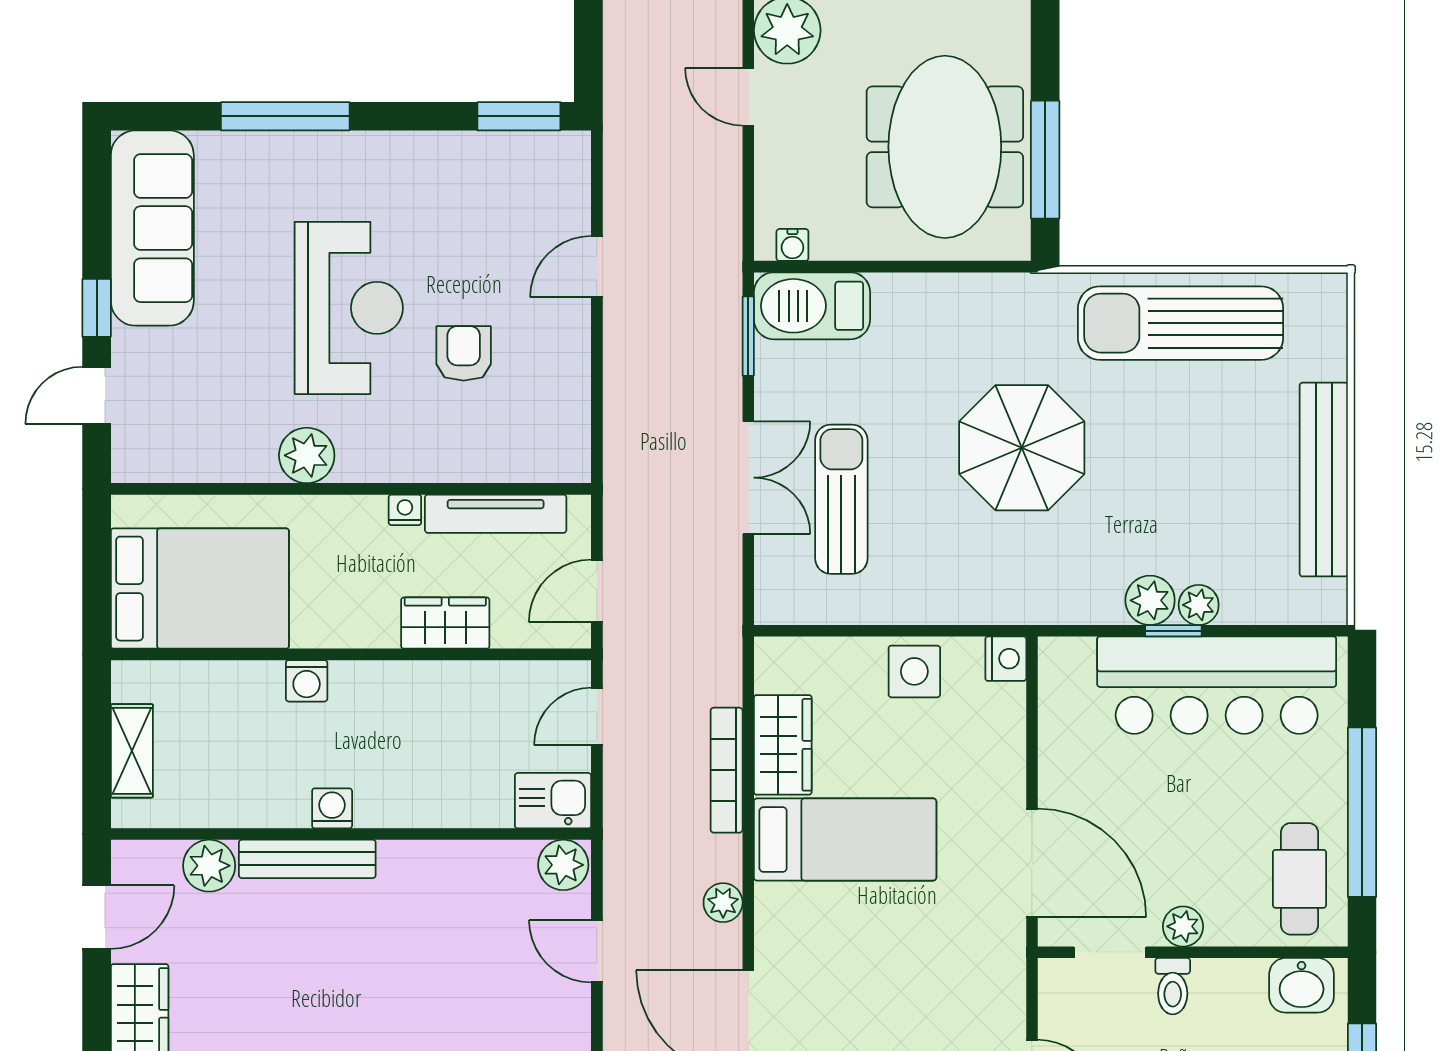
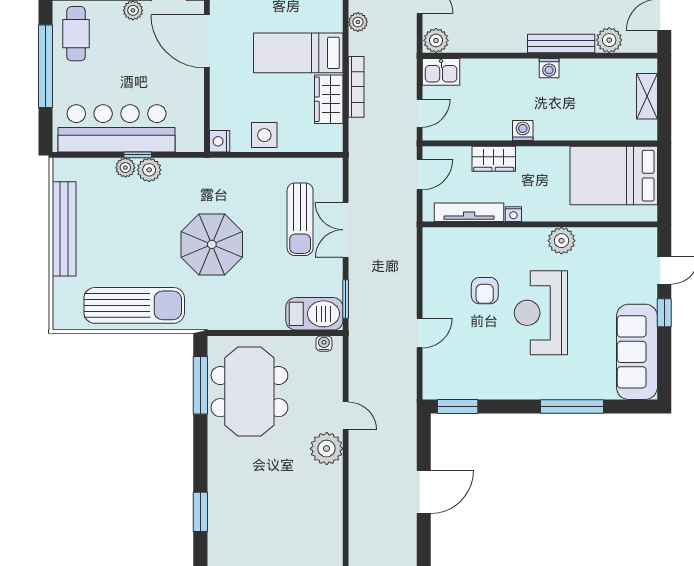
washing machine: (307, 681) -> (523, 130), moved

